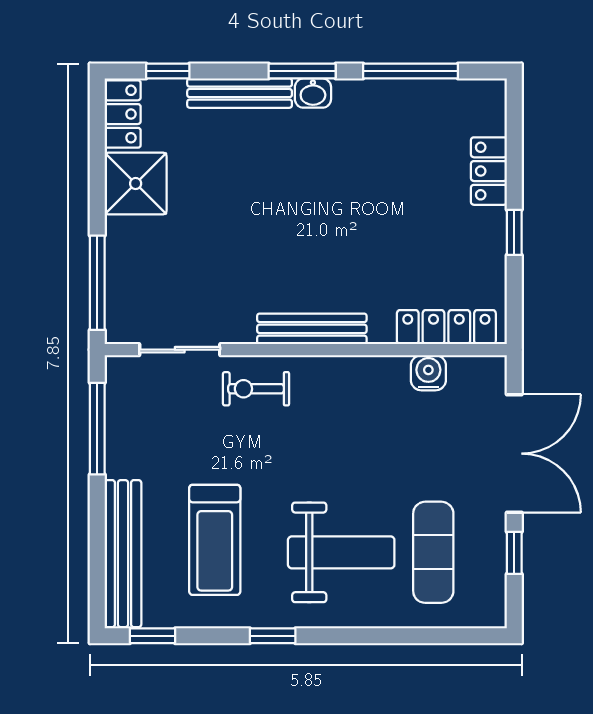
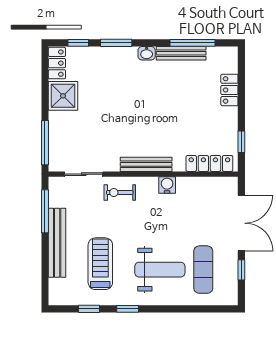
window: (302, 71) -> (116, 43), moved
bench: (240, 93) -> (181, 53), moved
window: (514, 232) -> (241, 142), moved
water cooler: (428, 373) -> (167, 185), moved
treadmill: (215, 540) -> (100, 264), turned 180
bench: (123, 554) -> (57, 243), moved
window: (152, 636) -> (89, 309), moved

